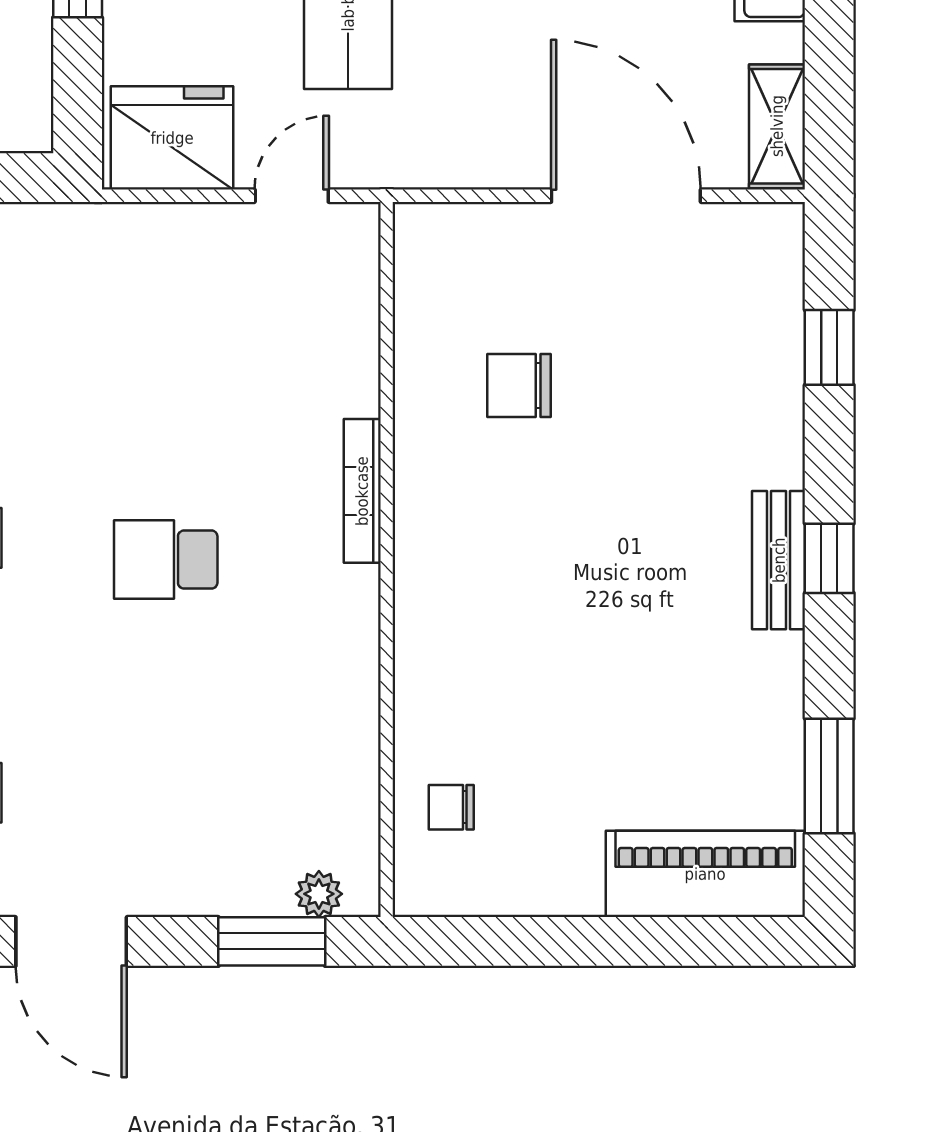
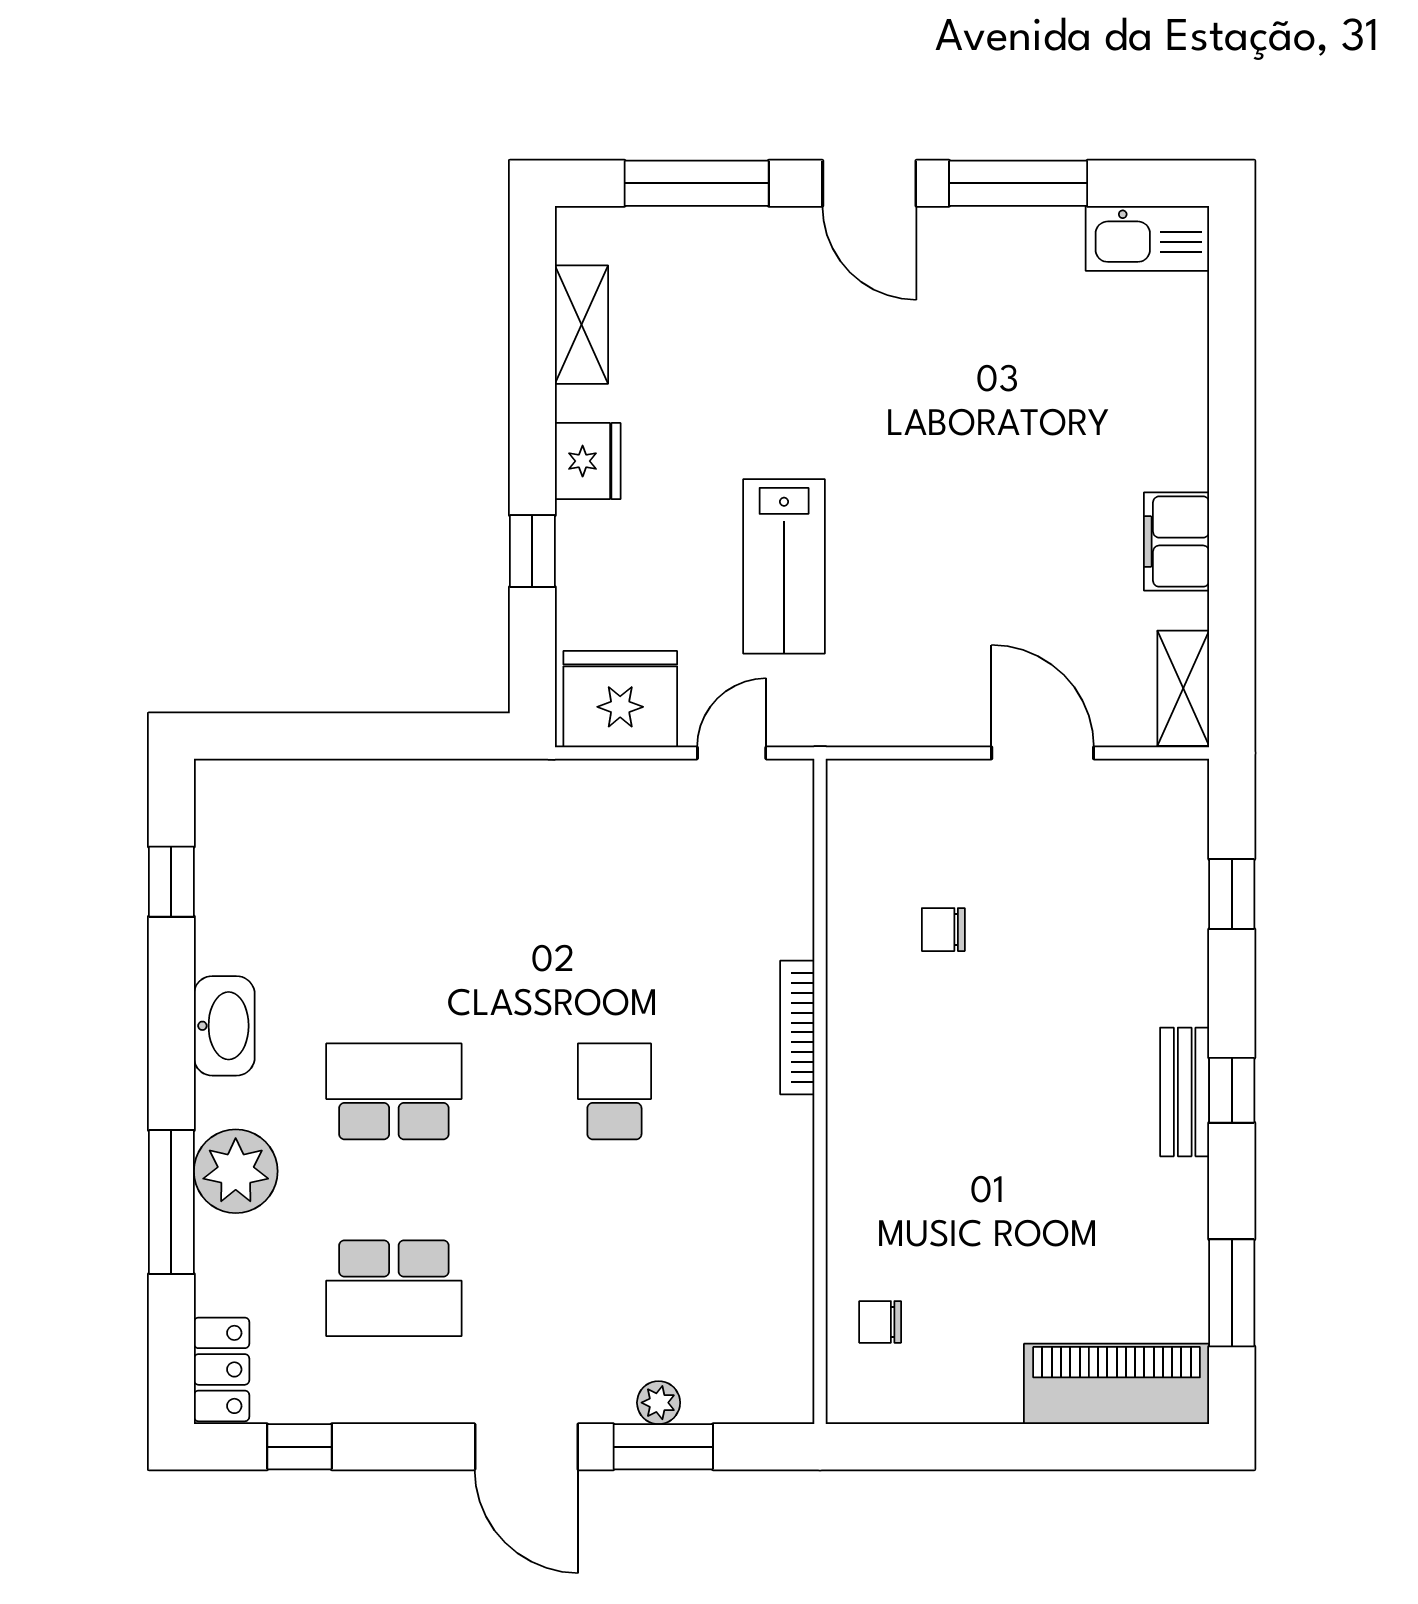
door: (626, 196) -> (1043, 753), width x0.73
chair: (519, 386) -> (943, 930), width x0.73, depth x0.73
school desk: (166, 560) -> (614, 1091), turned 90
plant: (319, 894) -> (659, 1403), moved
window: (272, 941) -> (663, 1447), moved

